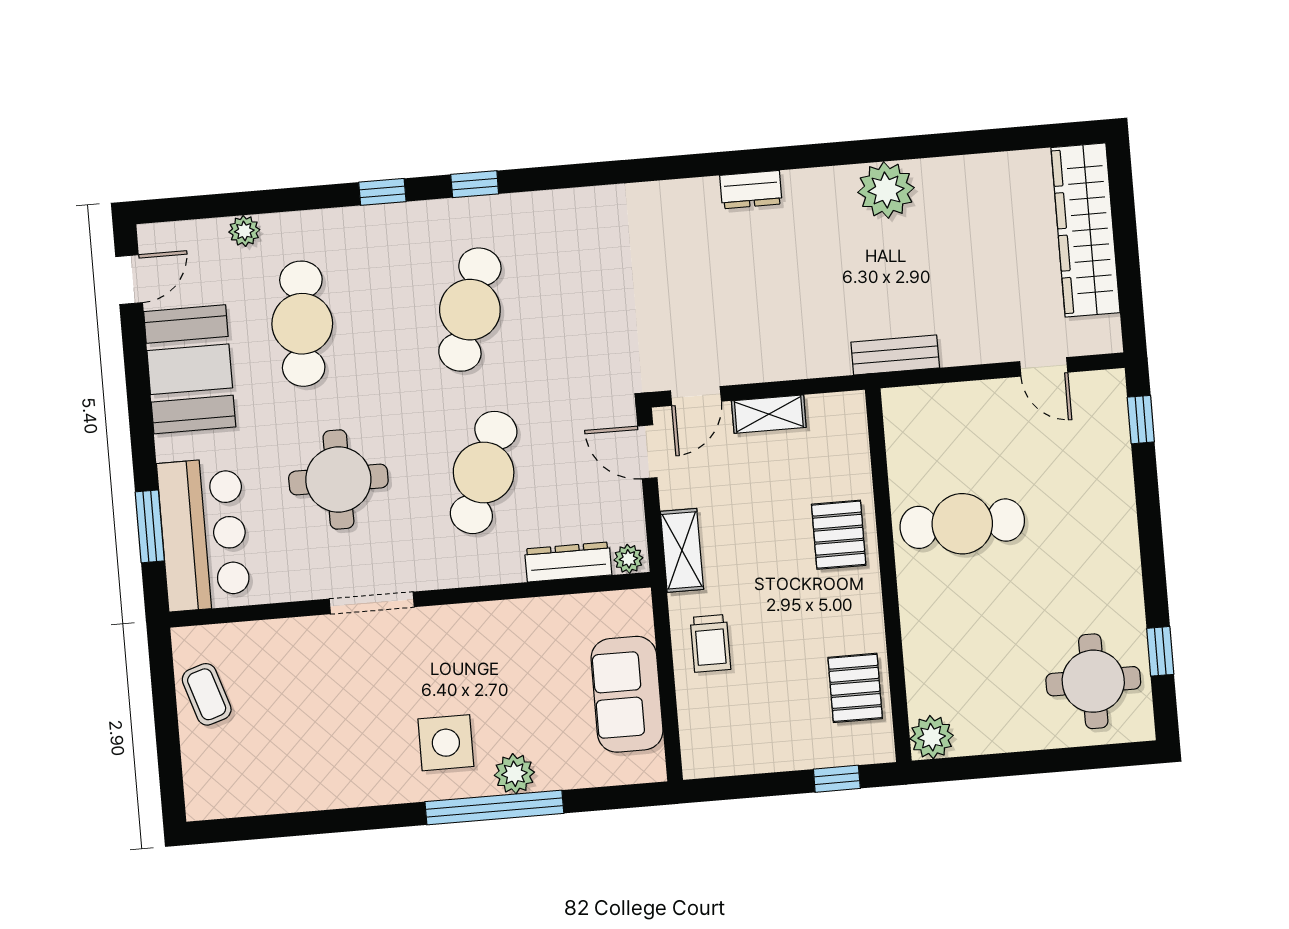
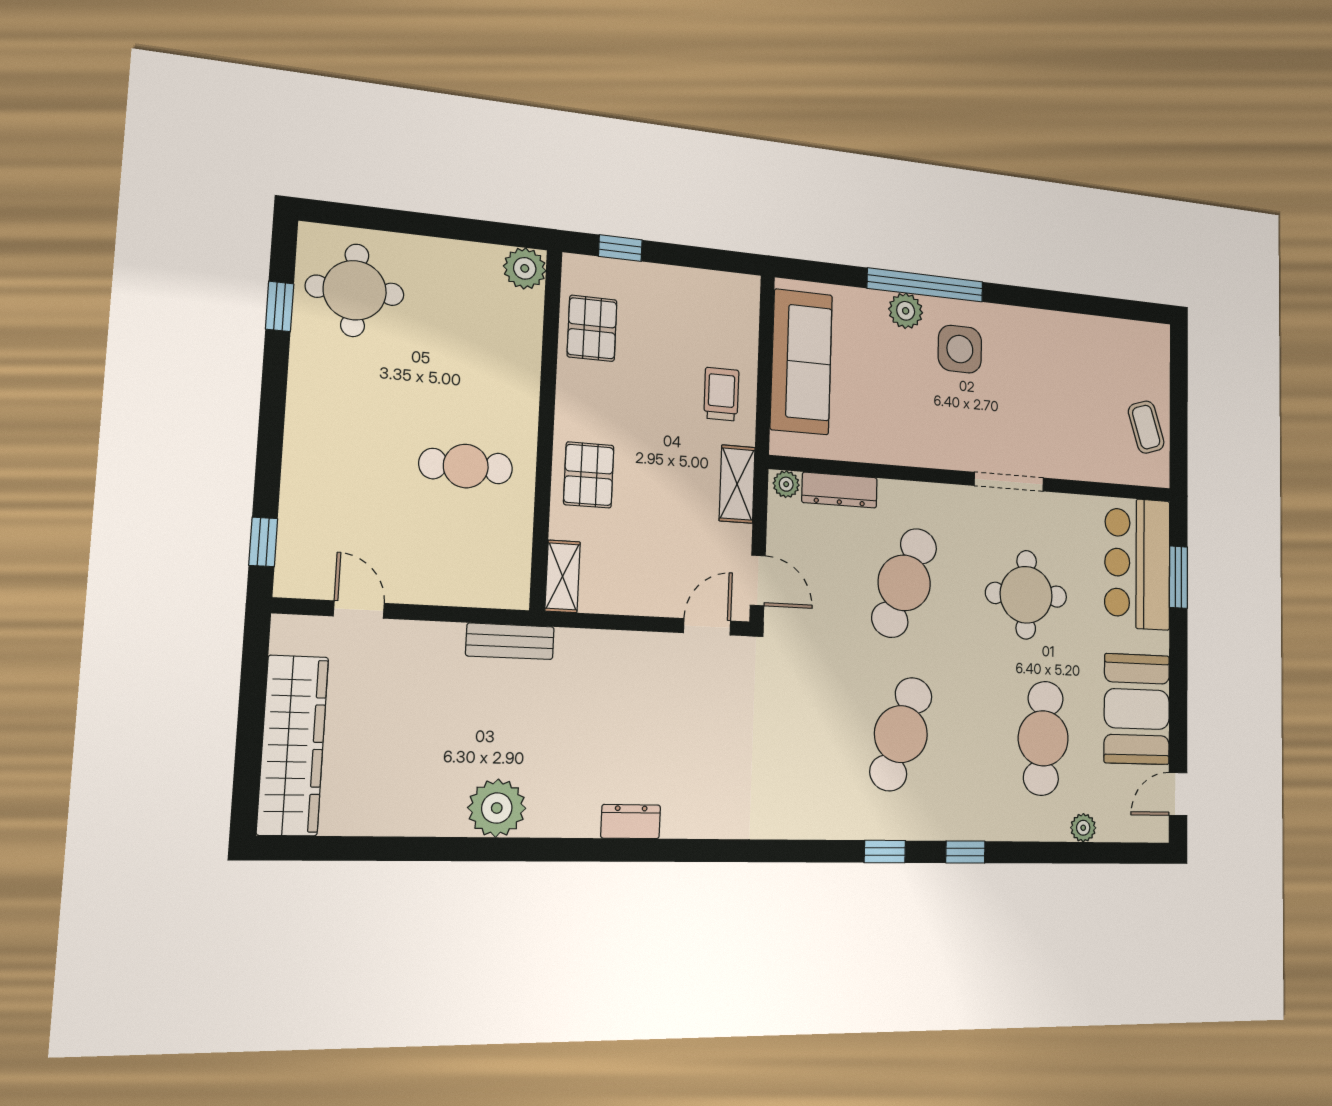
shelving: (769, 414) -> (563, 576), moved, turned 90
cafe table: (962, 524) -> (466, 466), width x0.73, depth x0.74
sofa: (627, 694) -> (801, 362), width x1.36

